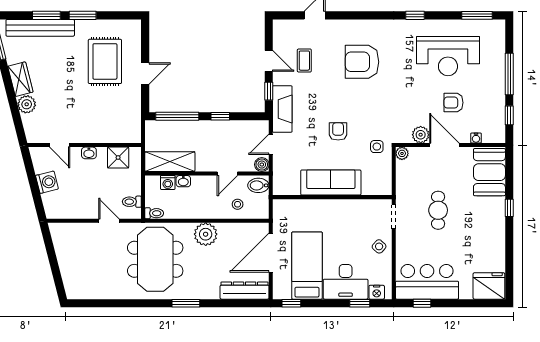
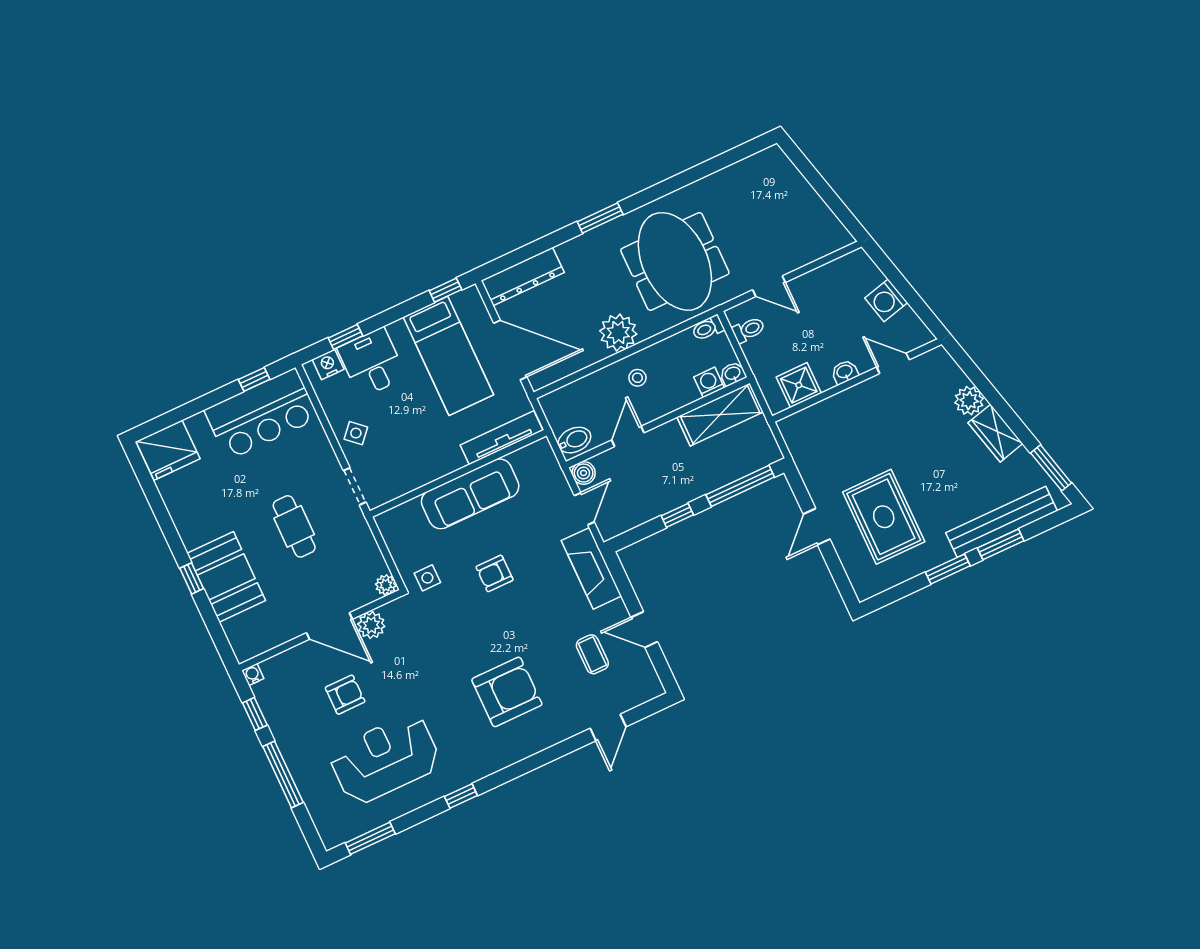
window: (269, 91) -> (624, 585), removed
armchair: (338, 131) -> (495, 573), turned 90
water cooler: (476, 138) -> (253, 675), moved
booth: (489, 172) -> (226, 577), moved
washbasin: (183, 181) -> (733, 374), moved
stool: (238, 204) -> (637, 378), moved
tv unit: (299, 206) -> (502, 438), added
door: (271, 253) -> (510, 350), hinge flipped
desk: (346, 282) -> (372, 363), width x0.73

